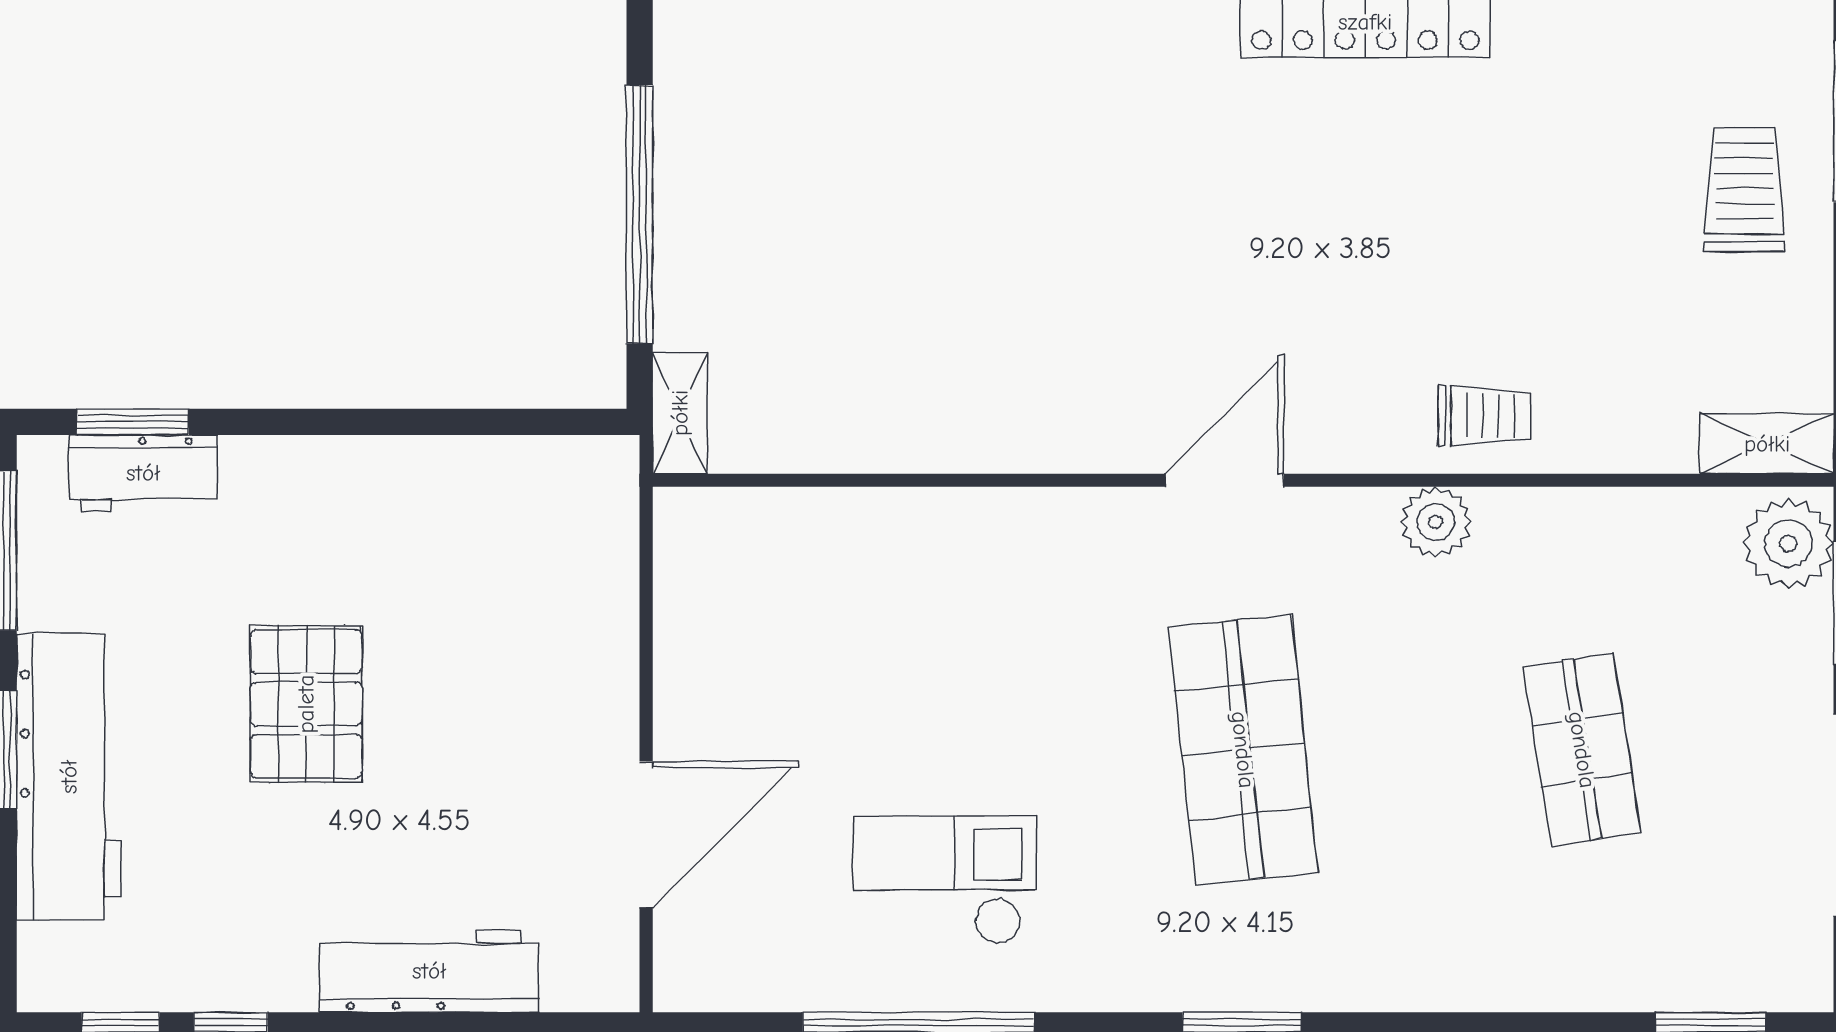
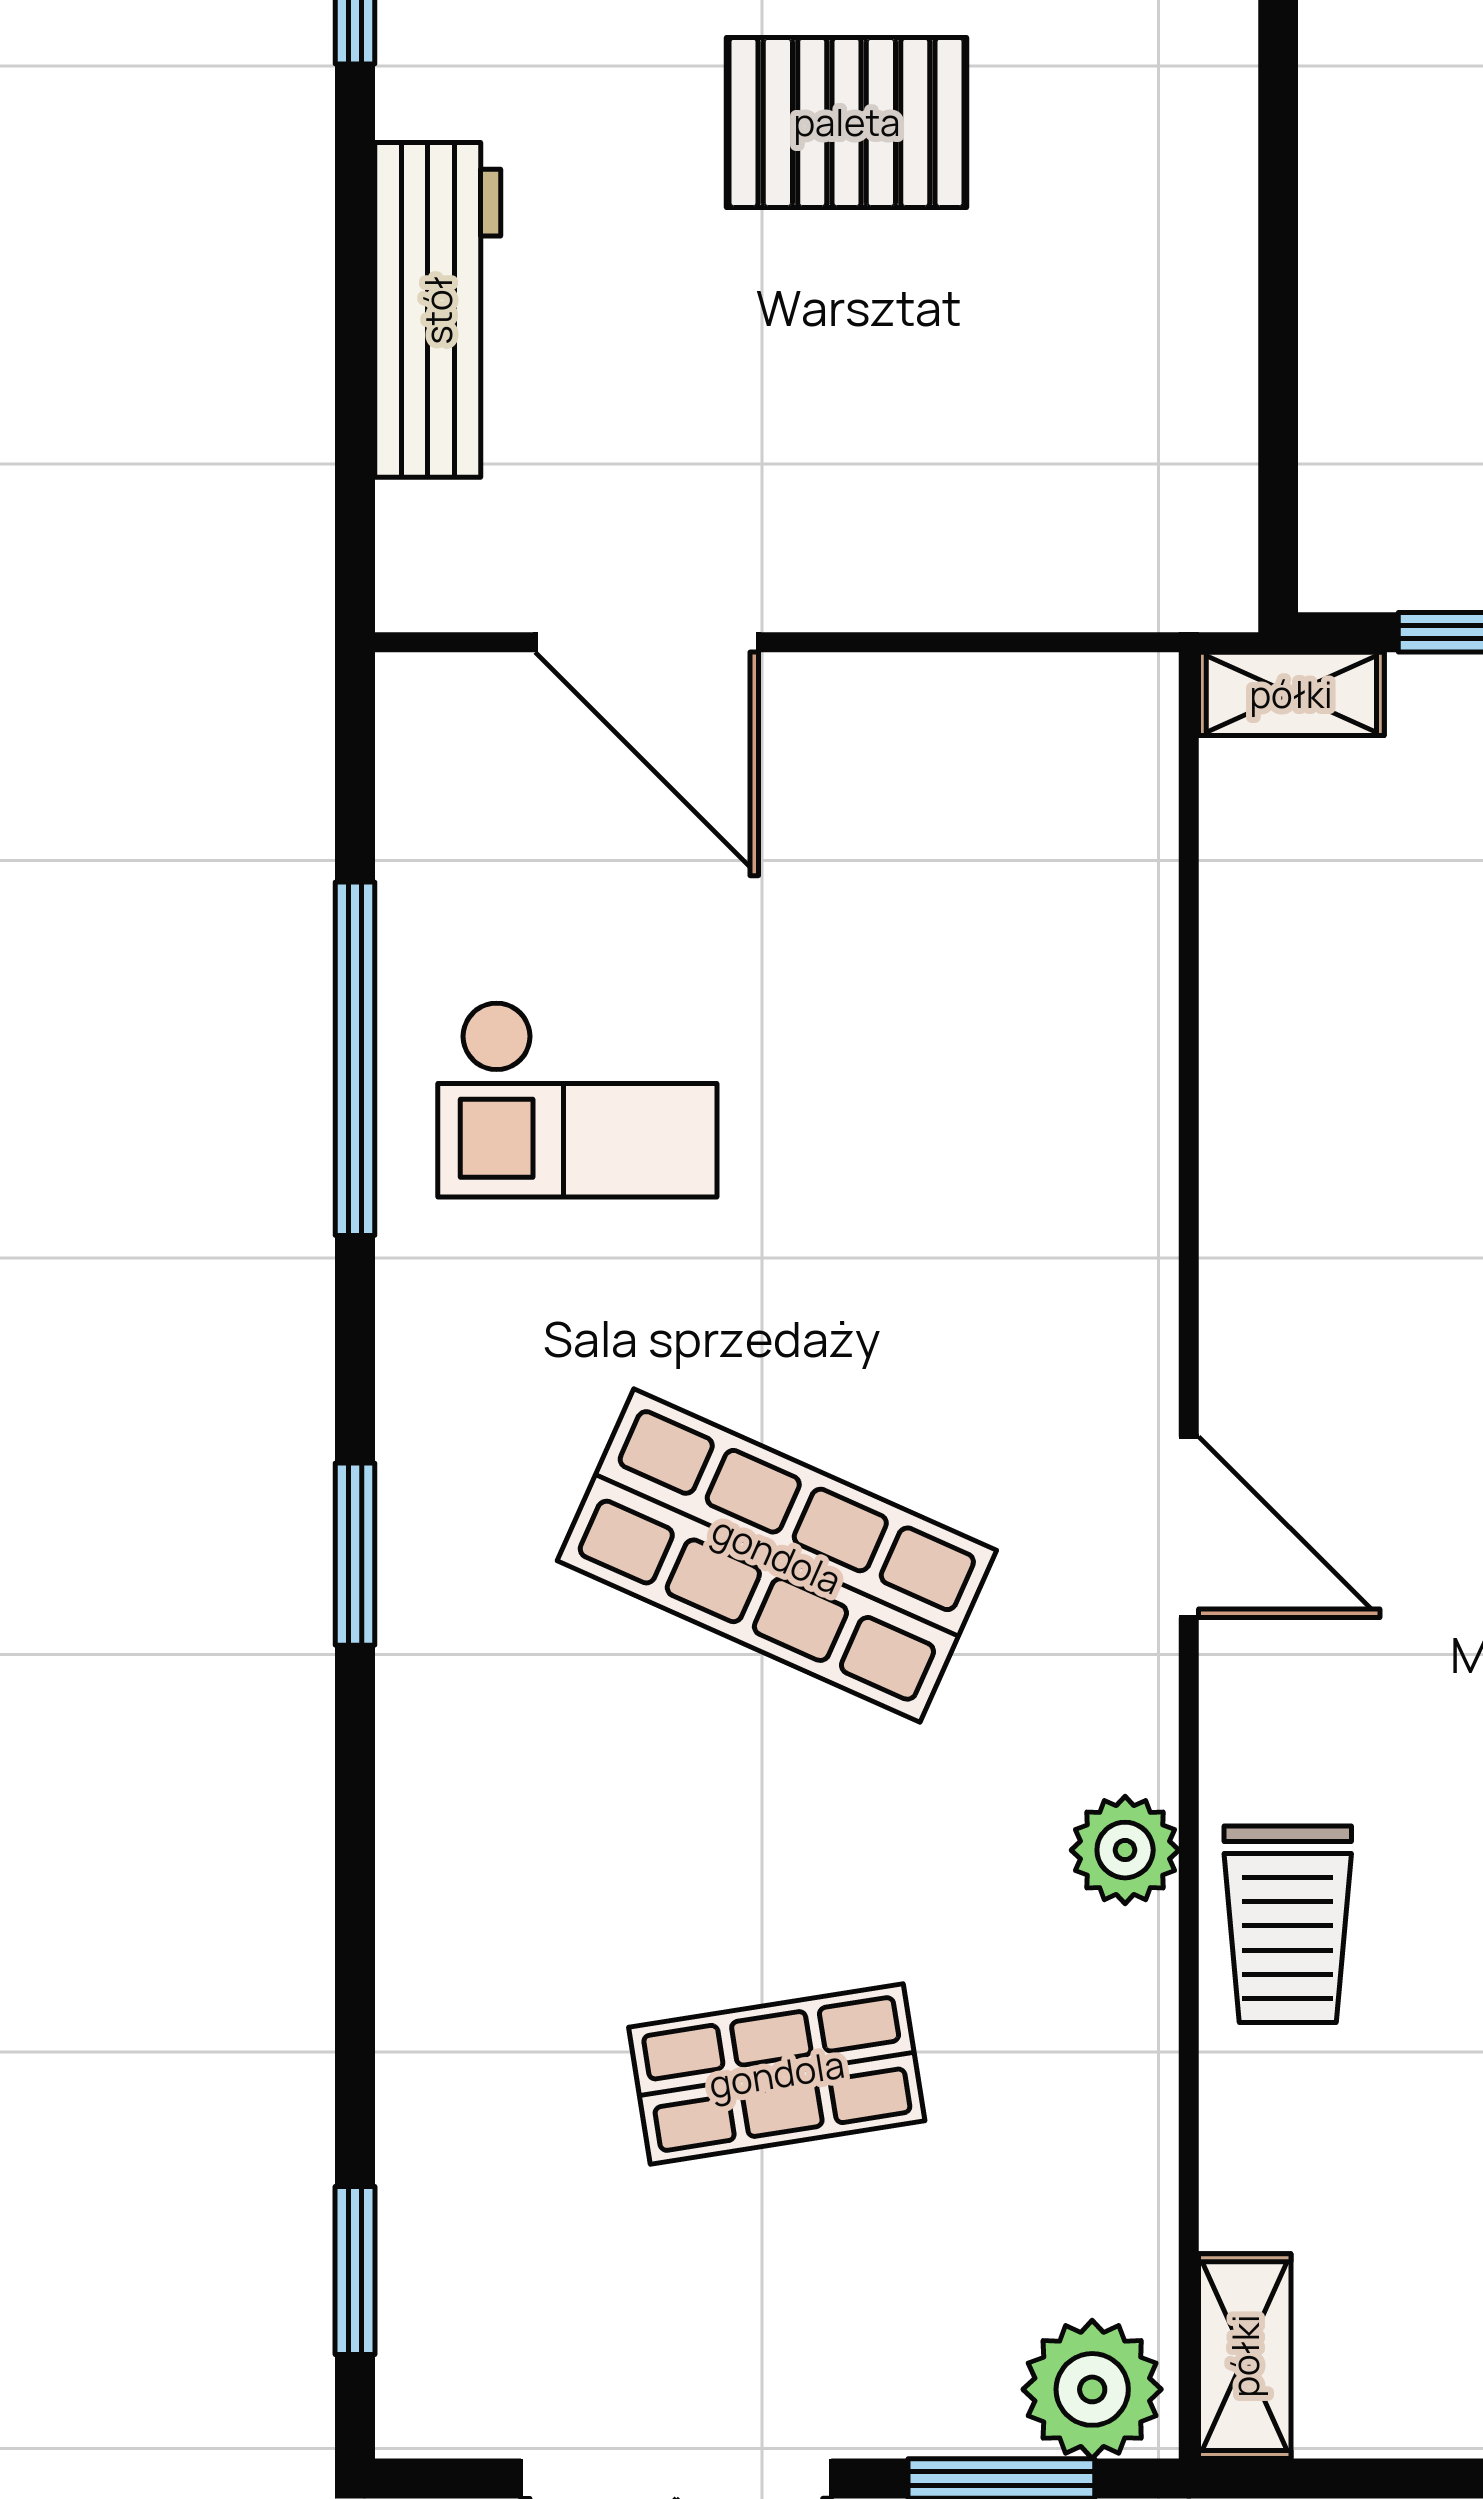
trolley: (1484, 416) -> (1288, 1924), width x1.36, depth x1.39
shop shelf: (1243, 750) -> (777, 1555), turned 30
checkout: (945, 880) -> (577, 1099), turned 90

